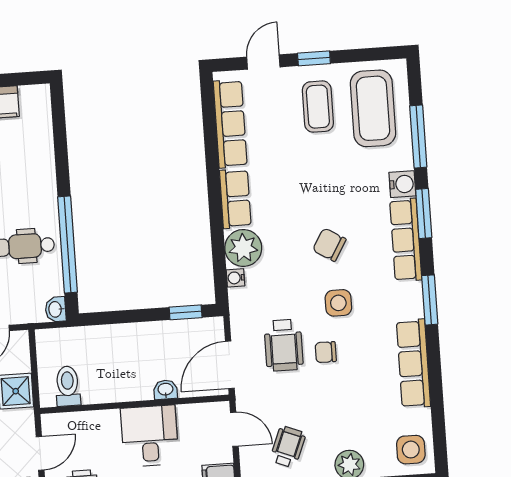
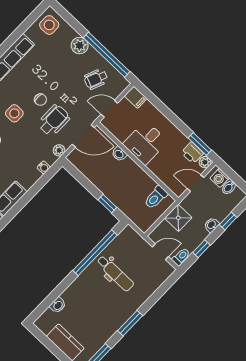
plant: (243, 248) -> (59, 150), moved, width x0.53, depth x0.53
washbasin: (56, 309) -> (58, 305), moved
window: (186, 312) -> (107, 204), moved
door: (234, 429) -> (109, 109), hinge flipped

